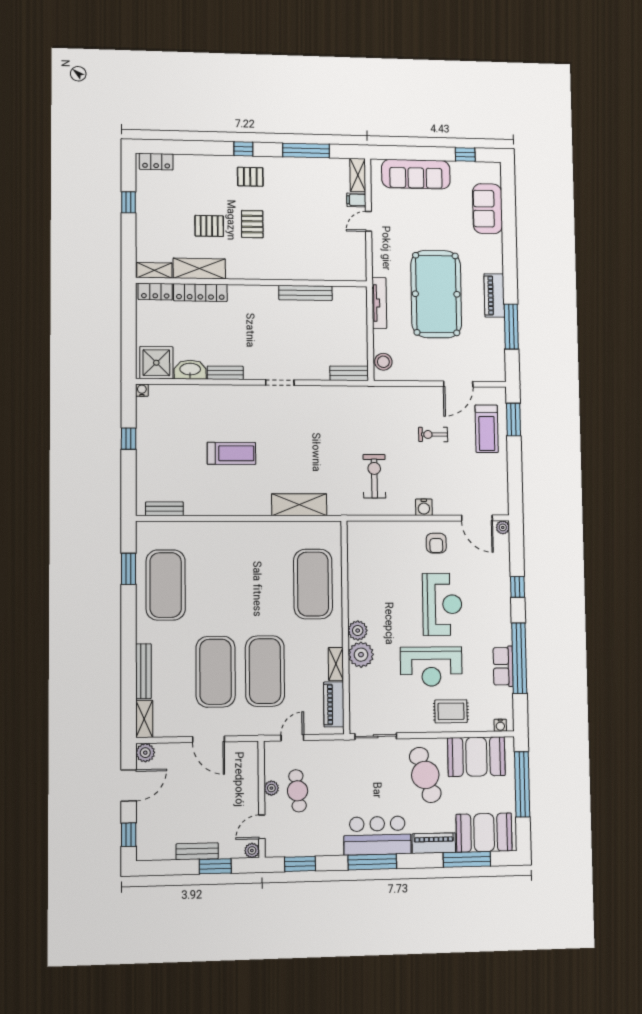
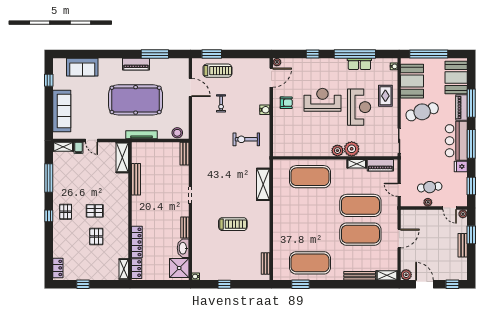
shelving: (199, 269) -> (122, 157), moved
treadmill: (231, 453) -> (233, 224), turned 90
fridge: (334, 845) -> (461, 166), added
window: (467, 859) -> (471, 103), moved

